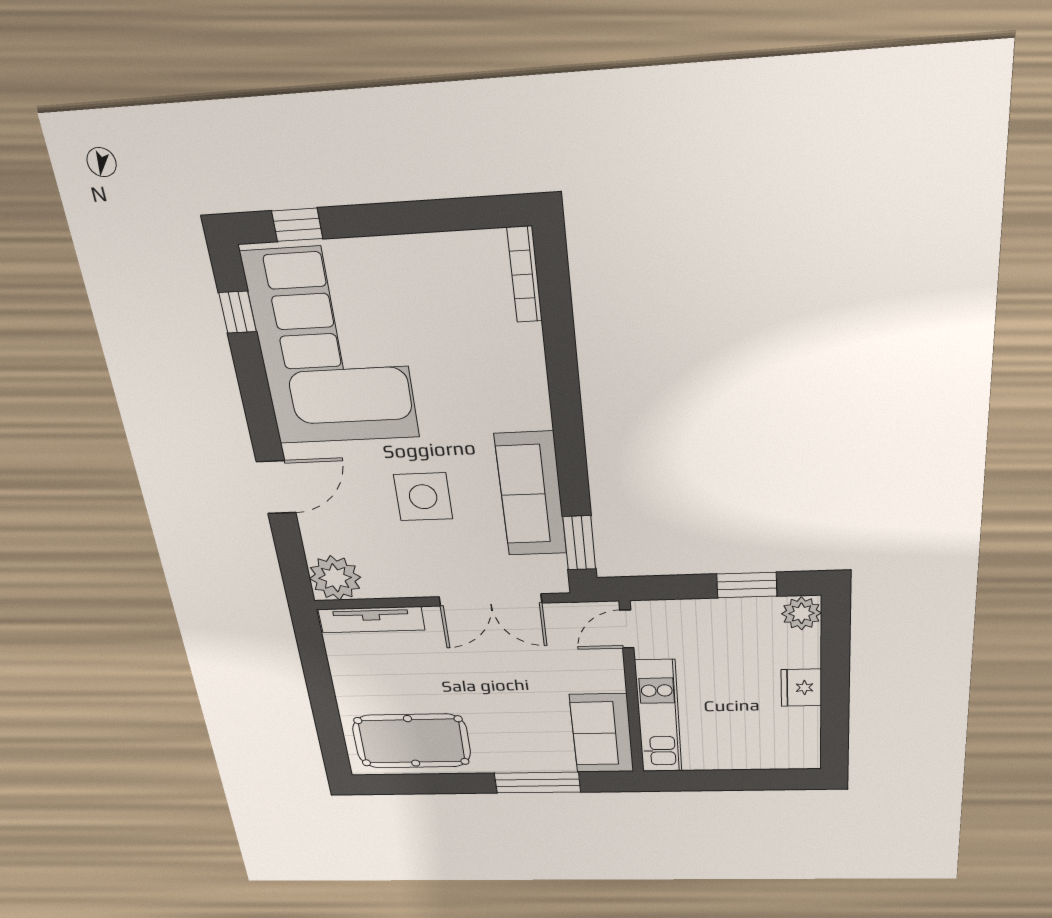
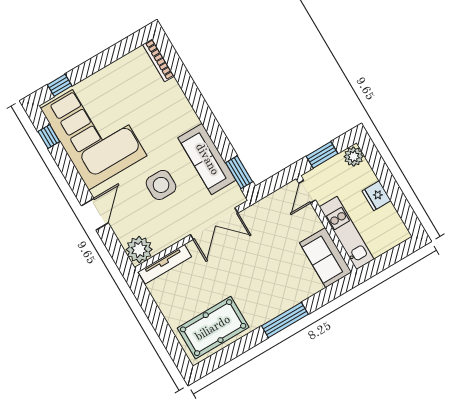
door: (627, 629) -> (307, 192), moved
wall: (632, 689) -> (326, 224), moved
kitchen unit: (659, 717) -> (347, 233), moved
sofa: (602, 733) -> (326, 258), moved

